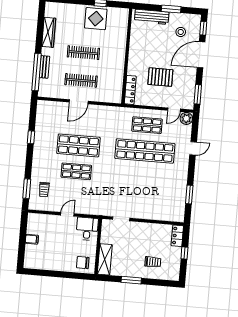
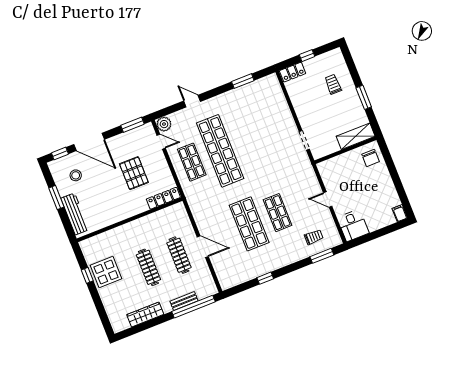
desk: (87, 229) -> (353, 225), moved, turned -90
filing cabinet: (32, 239) -> (400, 213), moved

